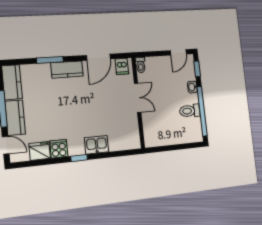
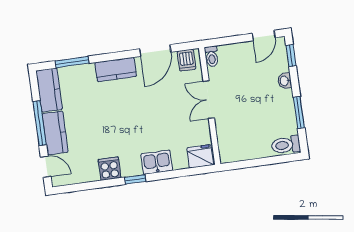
window: (50, 60) -> (72, 62), moved
double door: (138, 98) -> (209, 100), swing flipped
toilet: (190, 111) -> (286, 145), moved
window: (202, 111) -> (299, 112), width x0.47
fridge: (40, 151) -> (200, 156), moved

